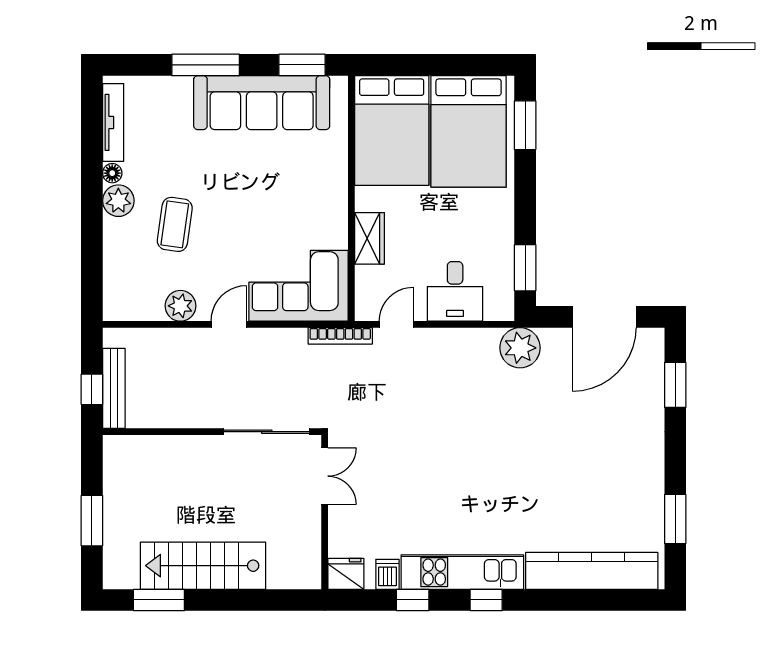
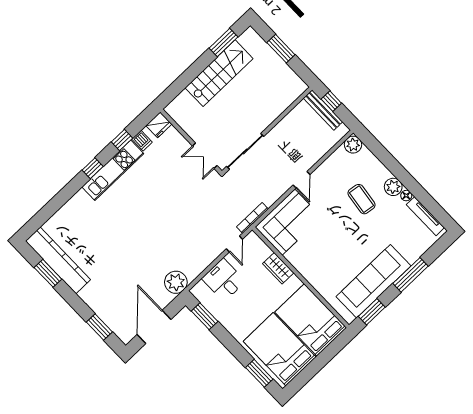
plant: (180, 306) -> (353, 145), moved
kitchen counter: (592, 571) -> (58, 260), moved, turned -90

